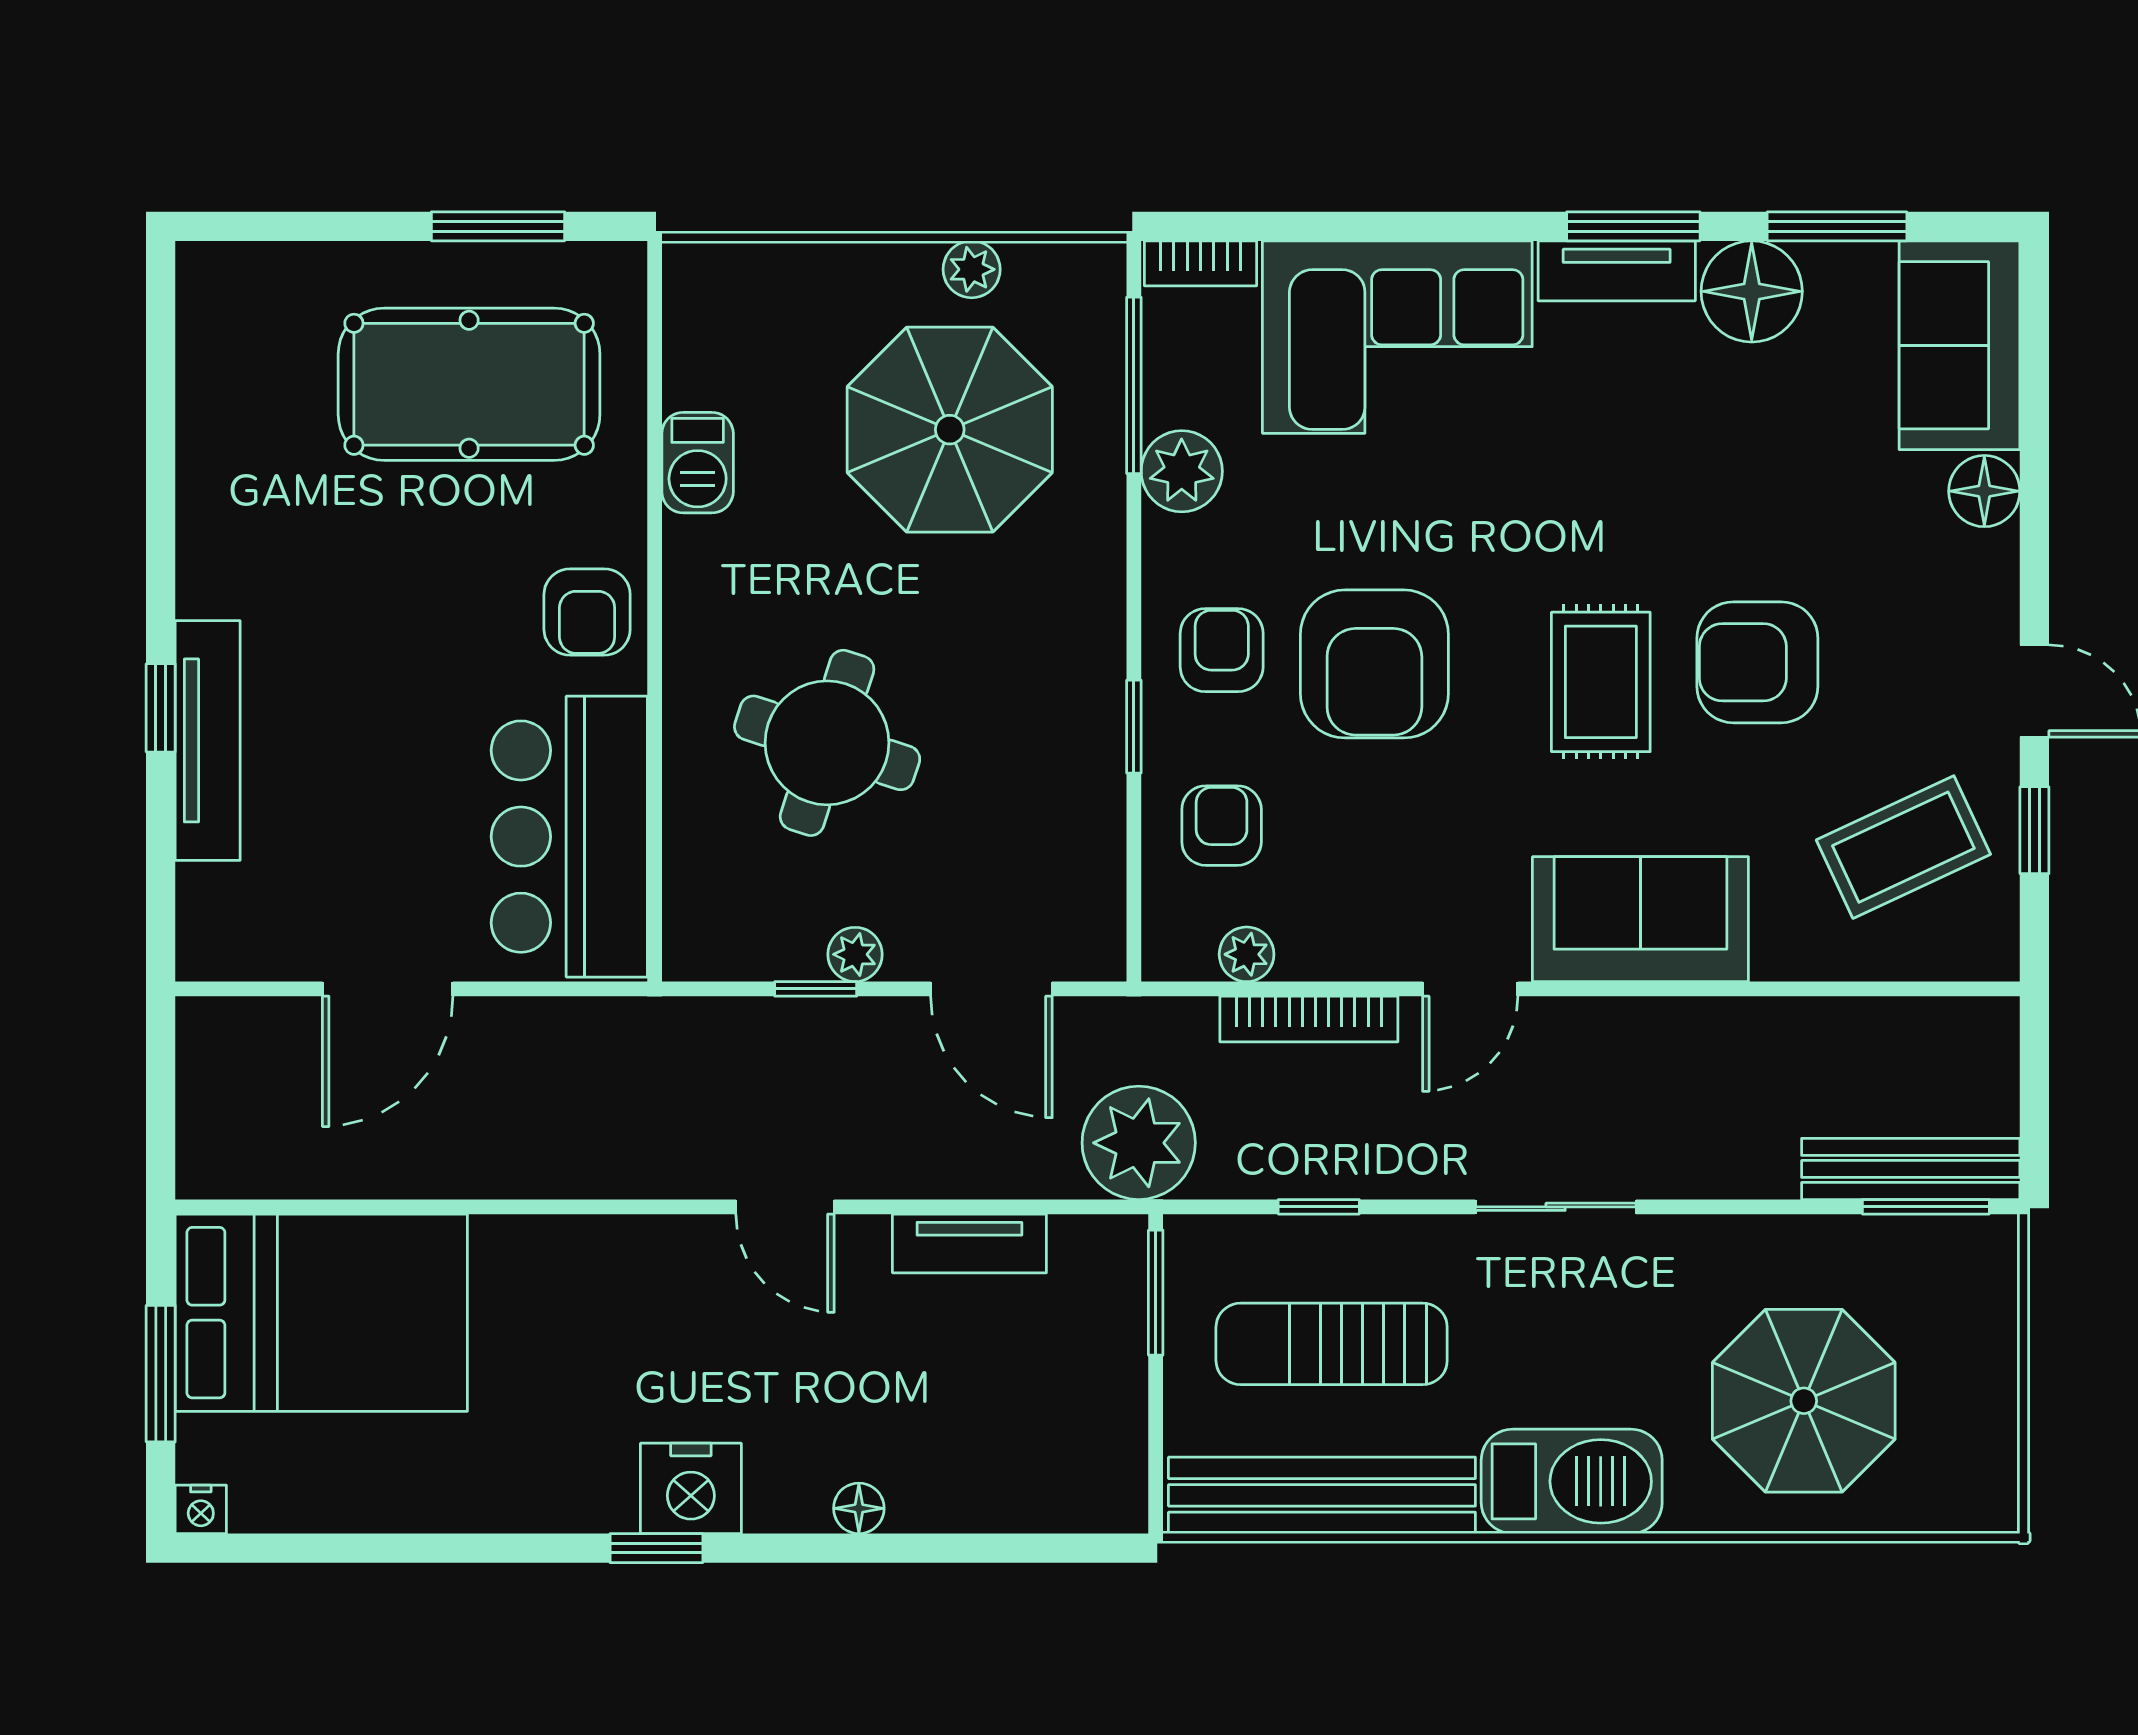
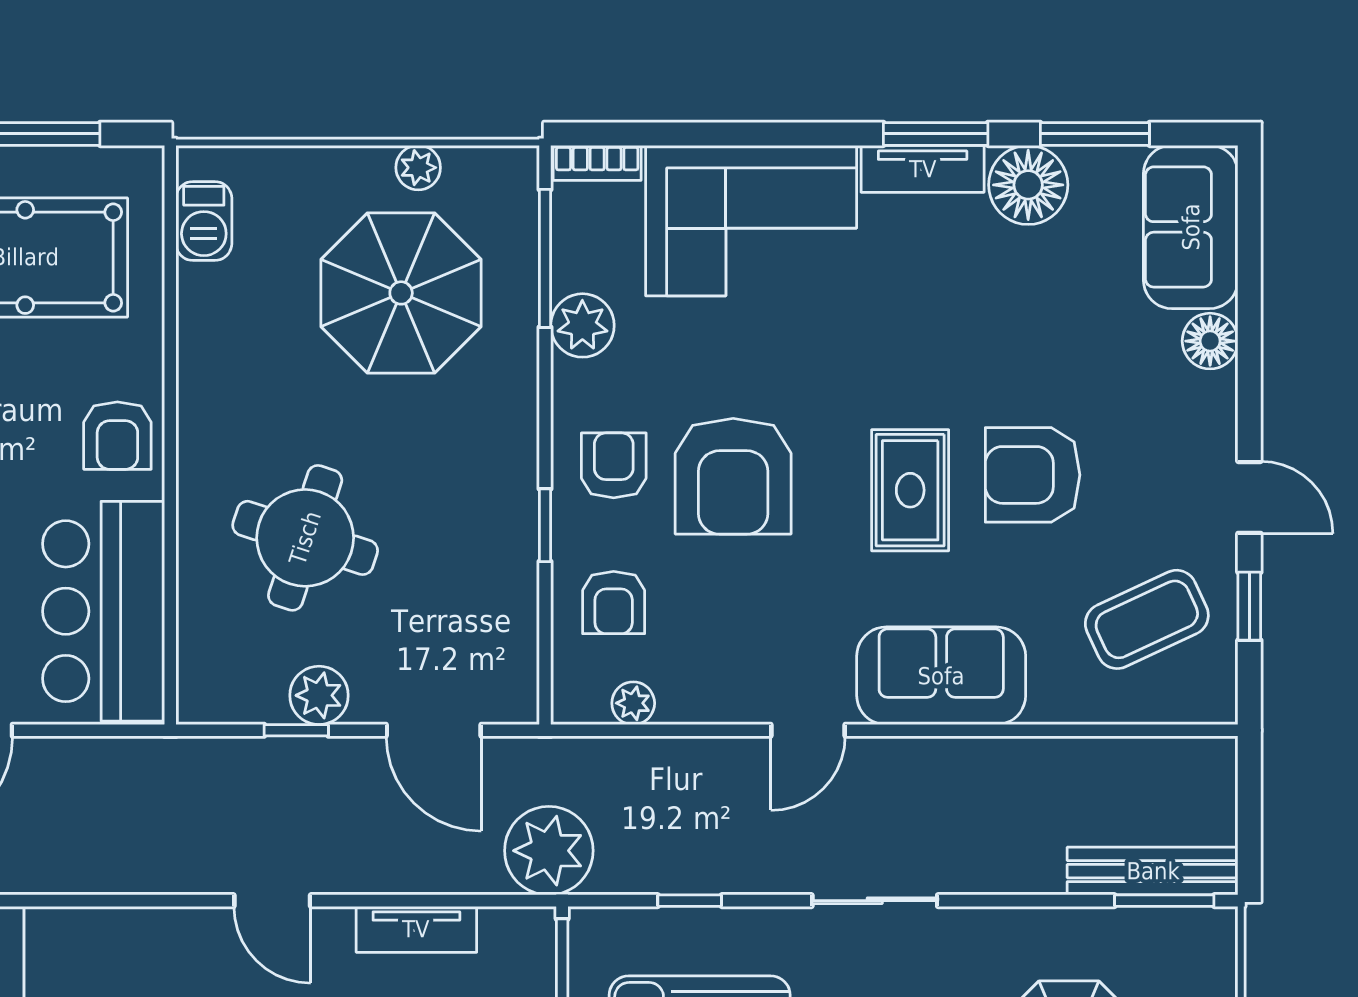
barbecue: (698, 463) -> (204, 221), moved
armchair: (1222, 826) -> (614, 603), turned 180
plant: (855, 954) -> (319, 695), width x1.38, depth x1.38
bookcase: (1309, 1019) -> (682, 754), removed

